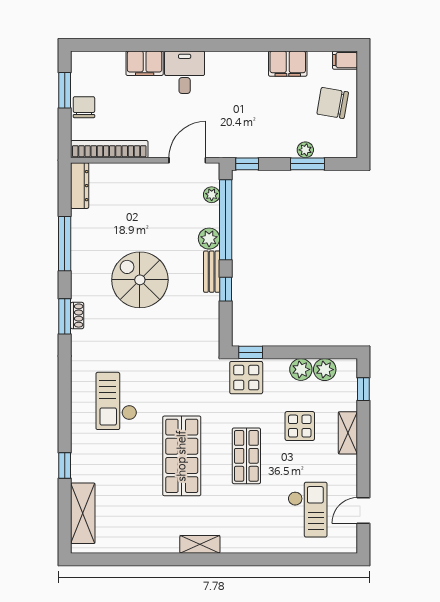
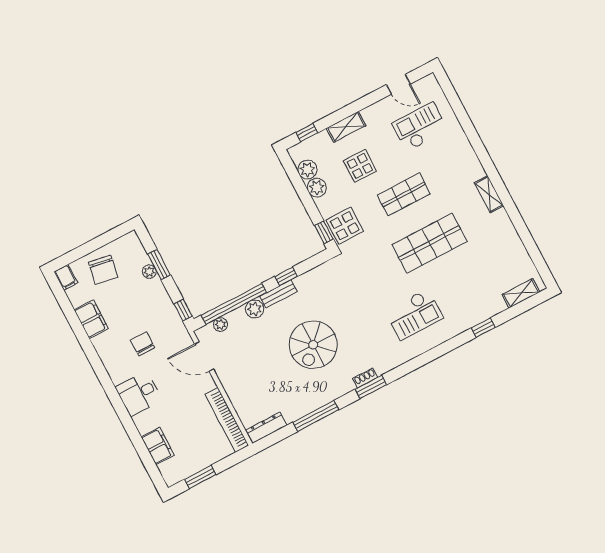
filing cabinet: (145, 63) -> (158, 446), moved
chair: (84, 107) -> (143, 344), moved, turned 90
shelving: (83, 513) -> (521, 293), width x0.67, depth x0.75

